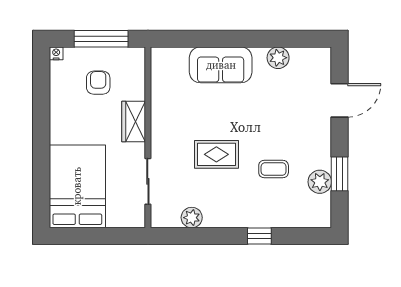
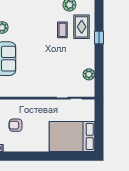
wardrobe: (134, 122) -> (37, 106), removed
rug: (216, 154) -> (82, 27), moved

